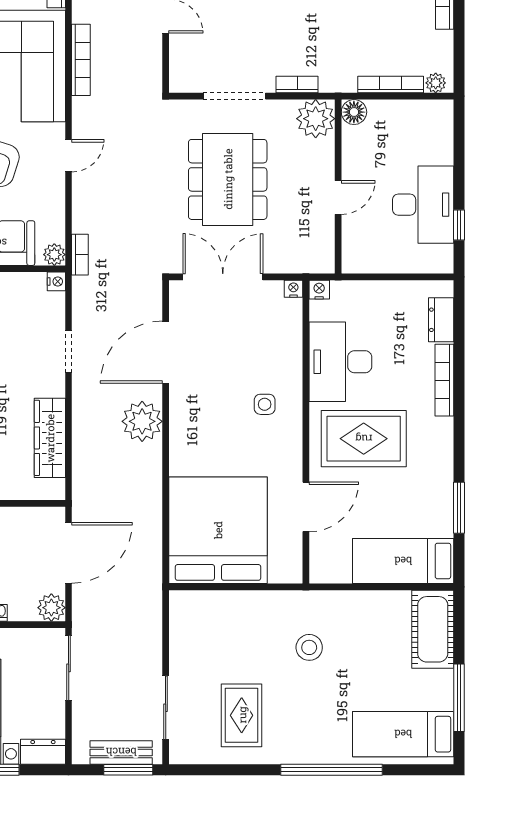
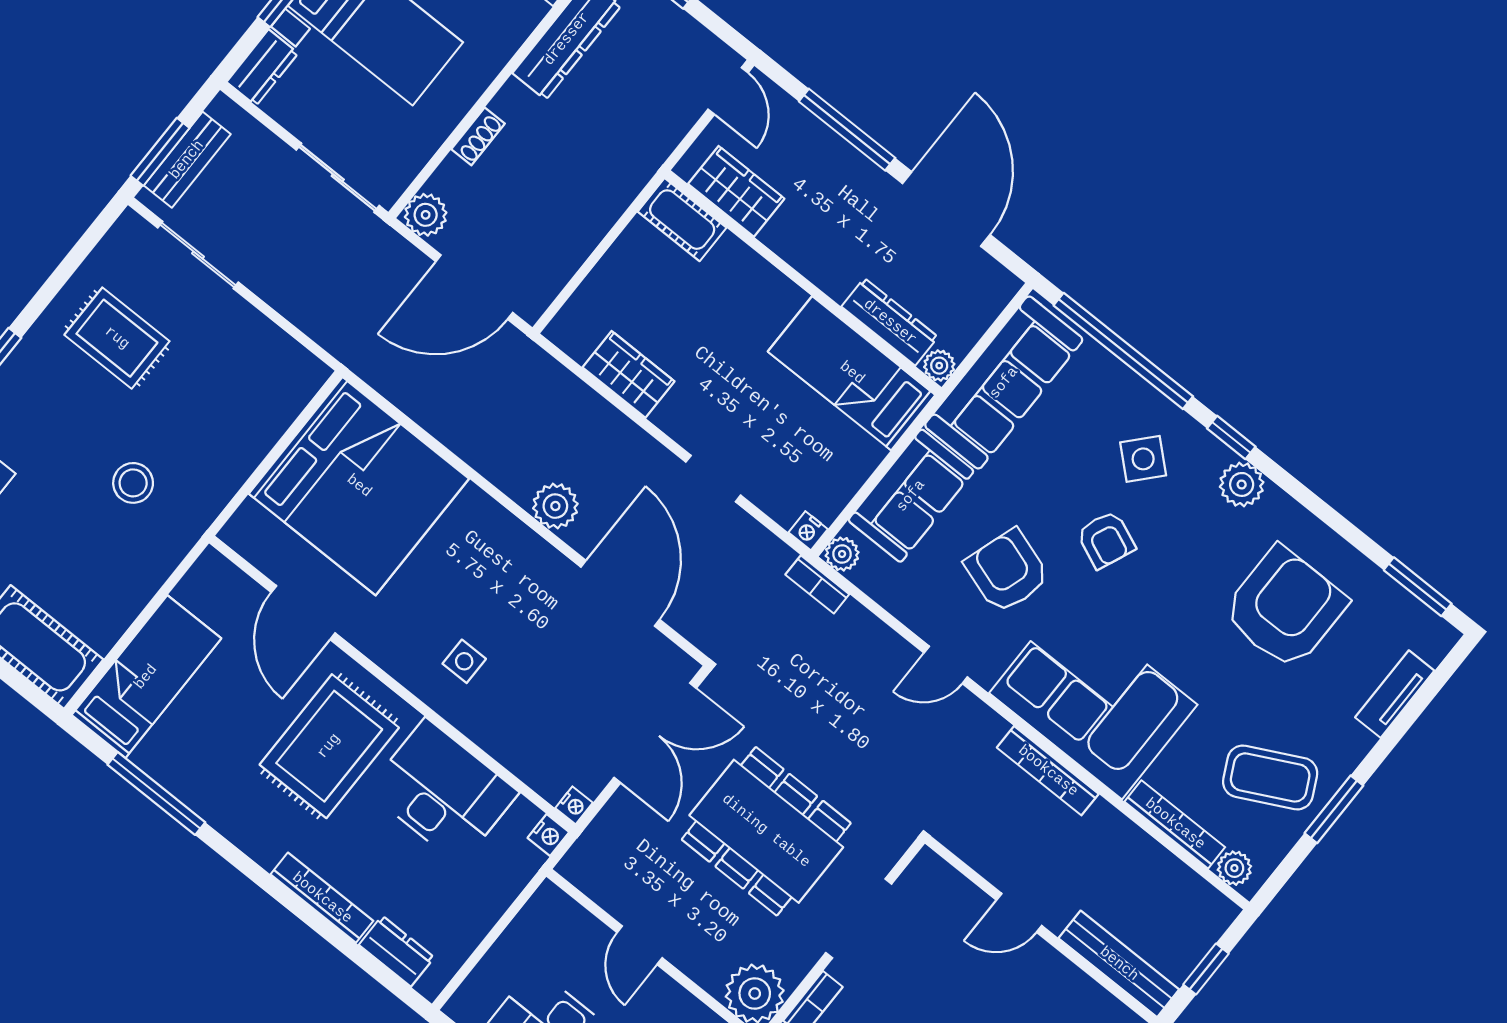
door: (69, 156) -> (946, 665), hinge flipped
plant: (142, 421) -> (555, 506), width x0.73, depth x0.73
wardrobe: (50, 438) -> (628, 374), width x0.67
window: (459, 508) -> (156, 793), width x1.44
door: (69, 553) -> (474, 287), hinge flipped

